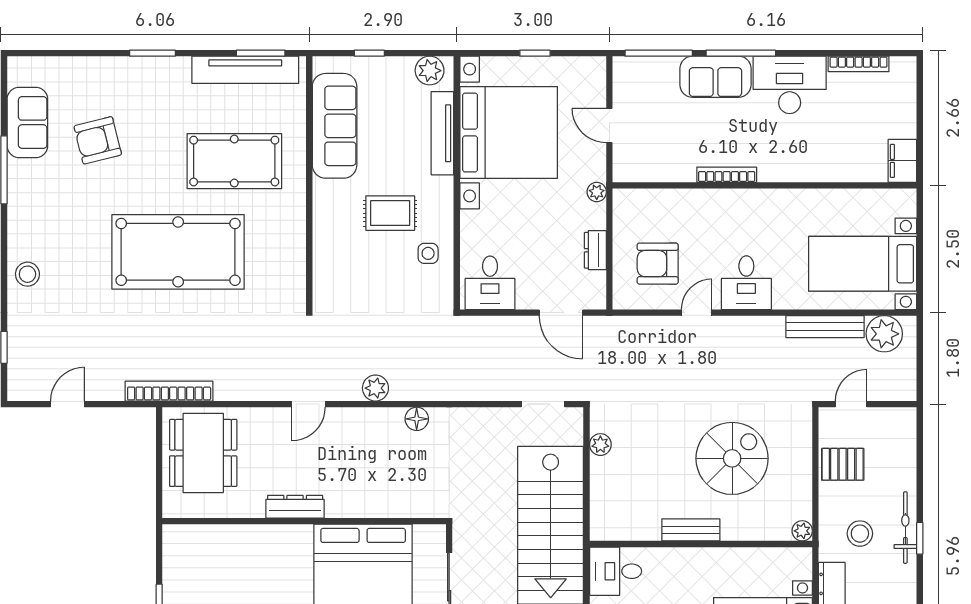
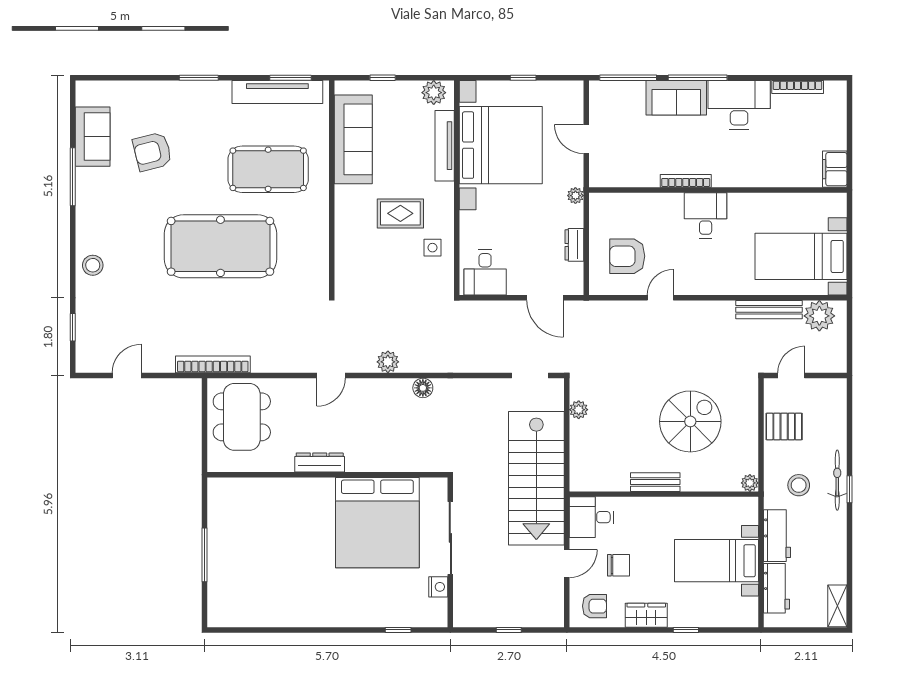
desk: (746, 283) -> (706, 215), moved, turned 180

